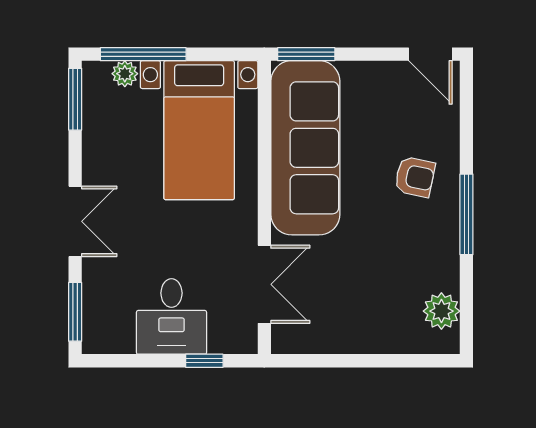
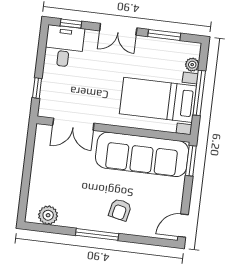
window: (143, 54) -> (199, 93), moved
window: (75, 99) -> (164, 35), moved
window: (75, 312) -> (71, 24), width x0.67
desk: (171, 316) -> (64, 46), moved, turned 90

